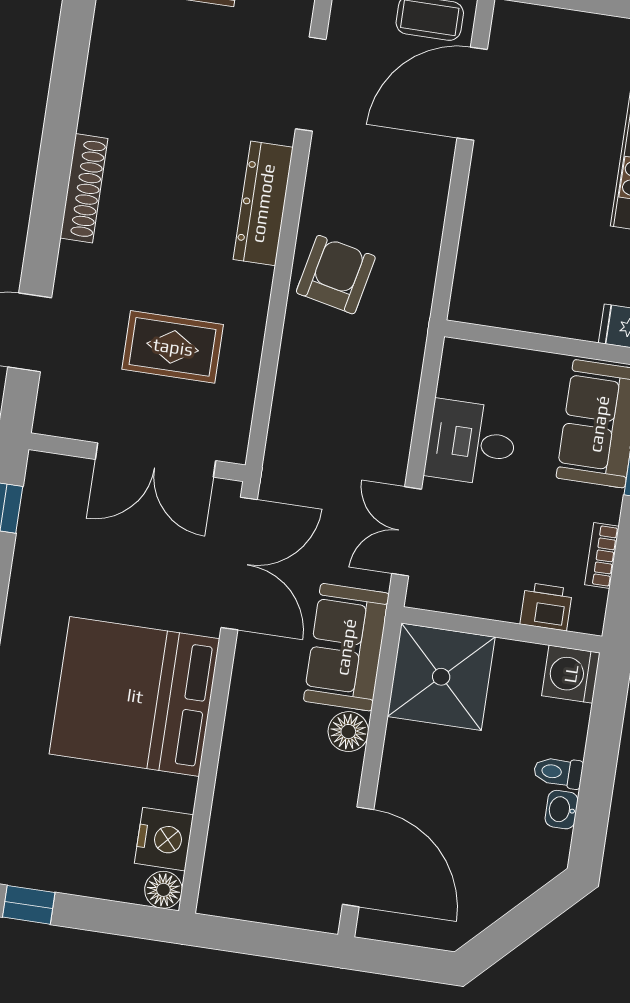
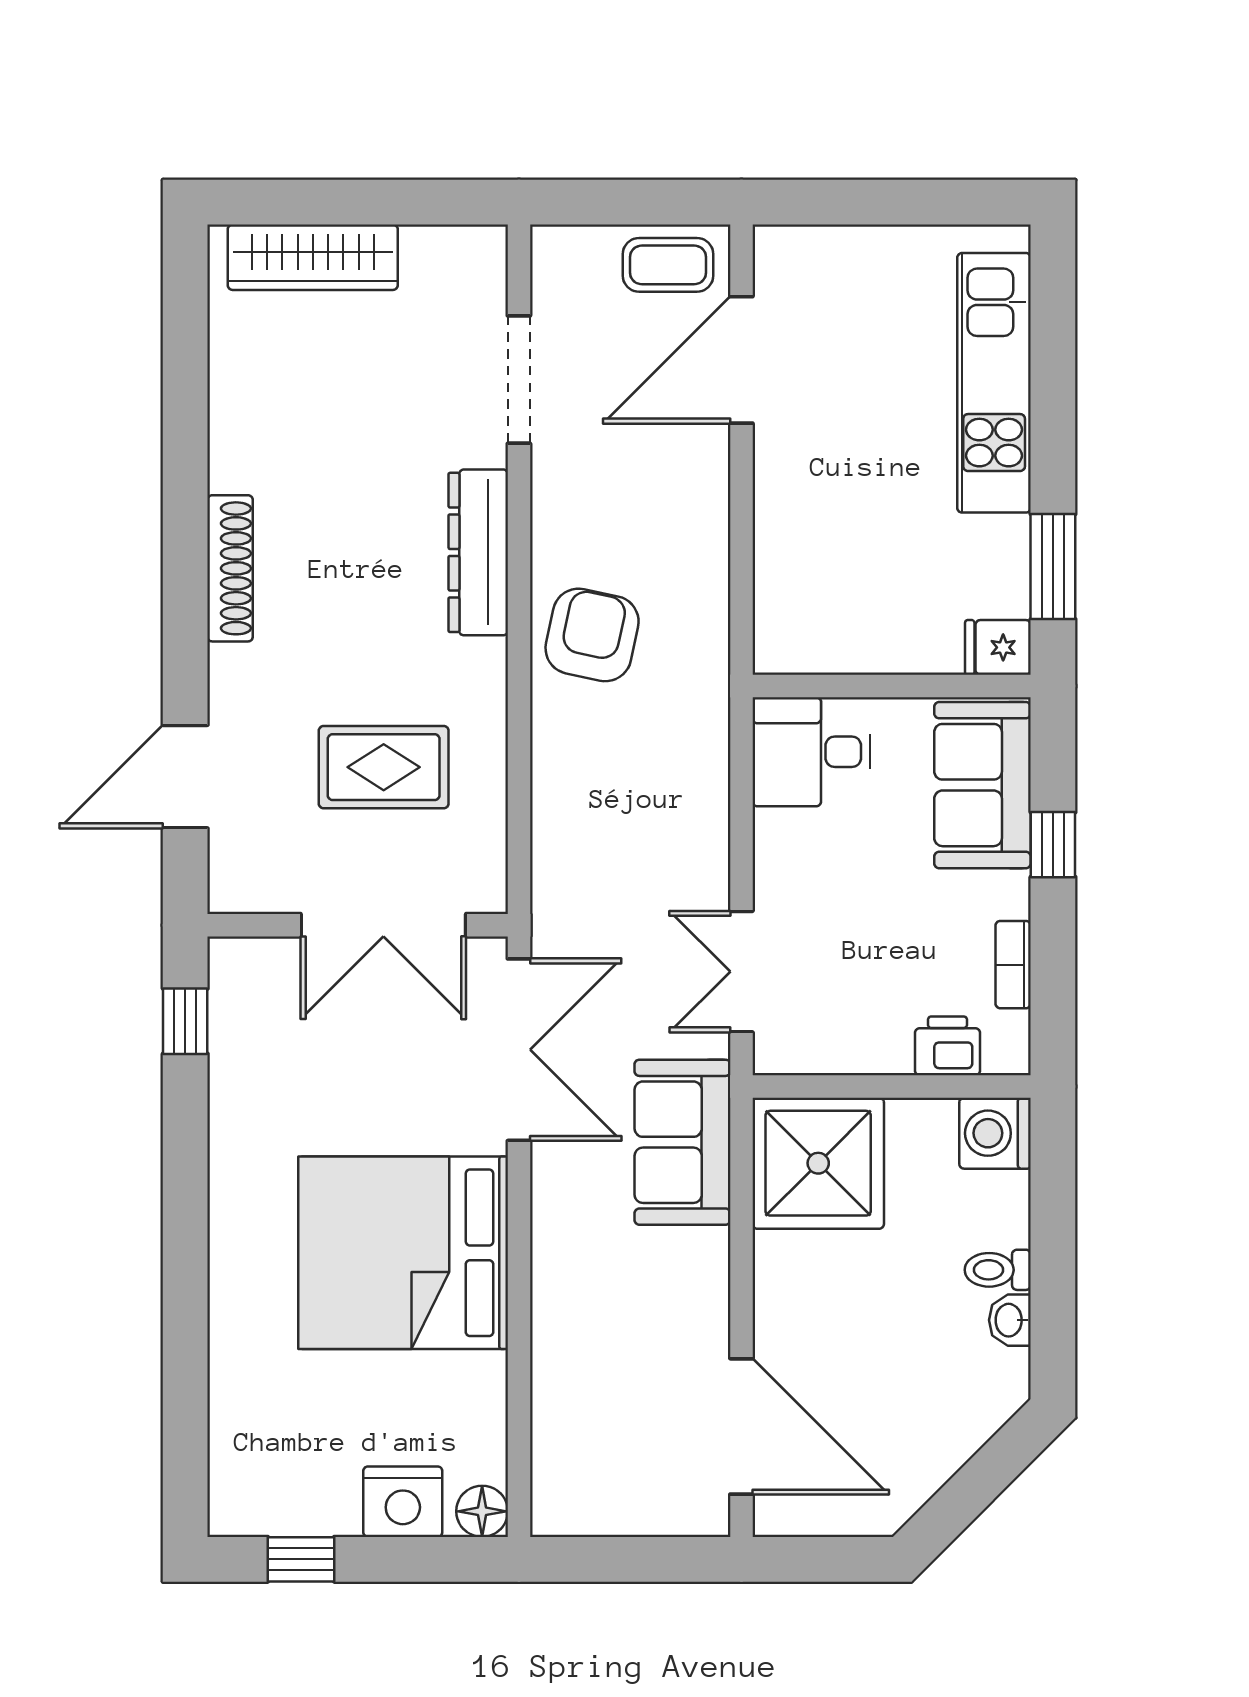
desk: (471, 443) -> (811, 752), moved
floor lamp: (348, 732) -> (703, 1257), removed
nightstand: (164, 839) -> (403, 1502), moved, turned 90

